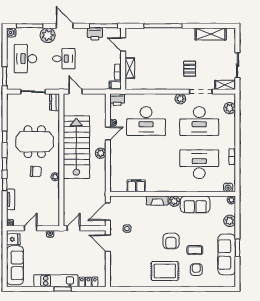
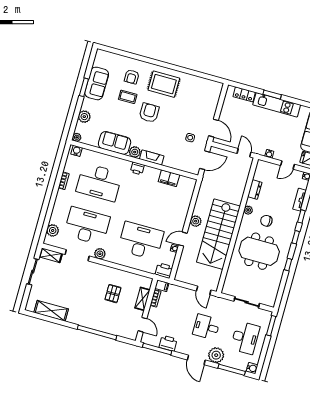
pallet: (190, 69) -> (113, 294), moved
dresser: (54, 102) -> (255, 189), moved
printer: (168, 187) -> (137, 168), added
door: (74, 228) -> (244, 153), swing flipped
sofa: (227, 254) -> (97, 83), width x0.73

